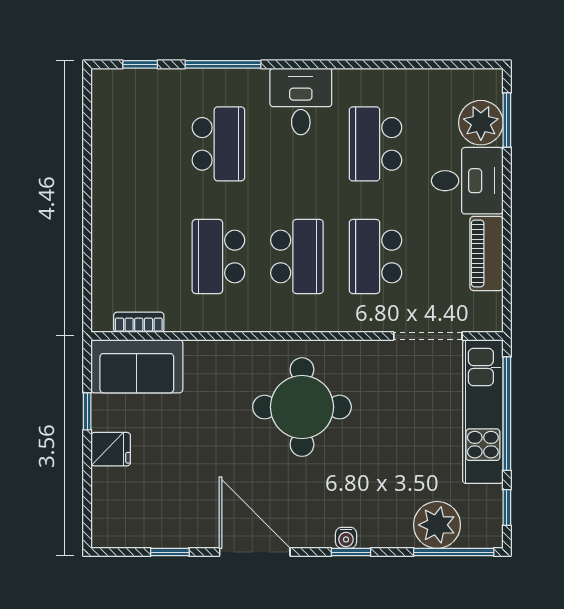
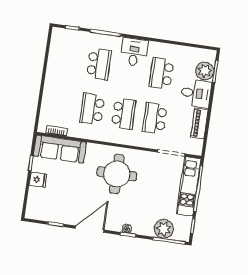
sofa: (137, 366) -> (60, 149), width x1.36
door: (255, 552) -> (90, 229), hinge flipped

